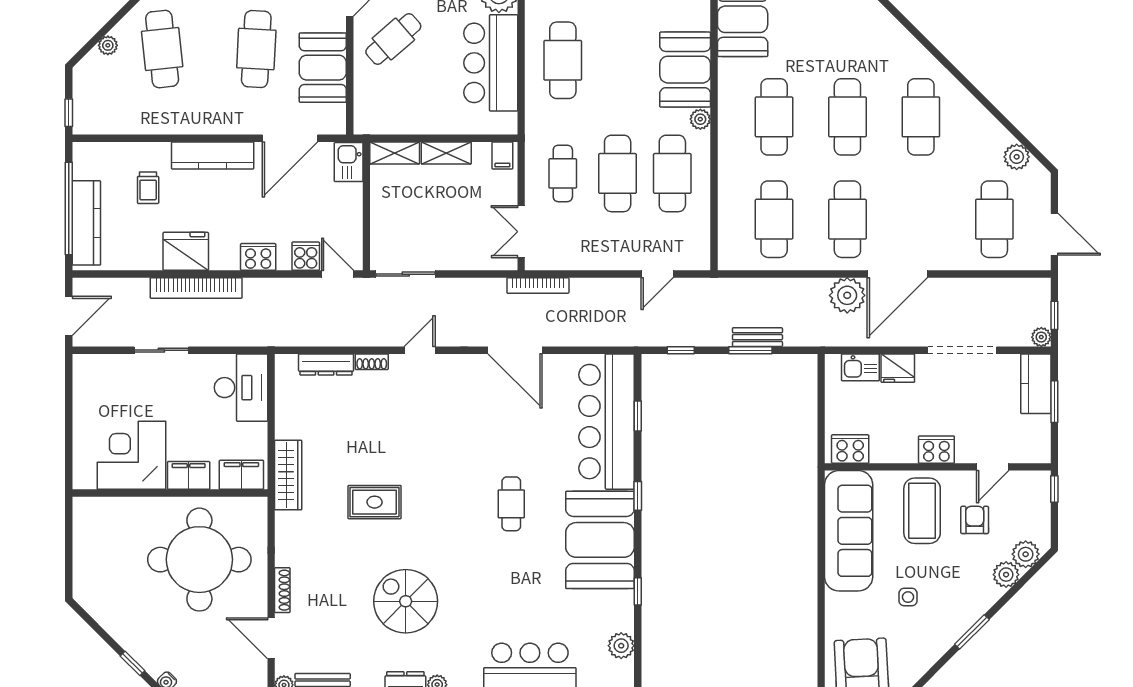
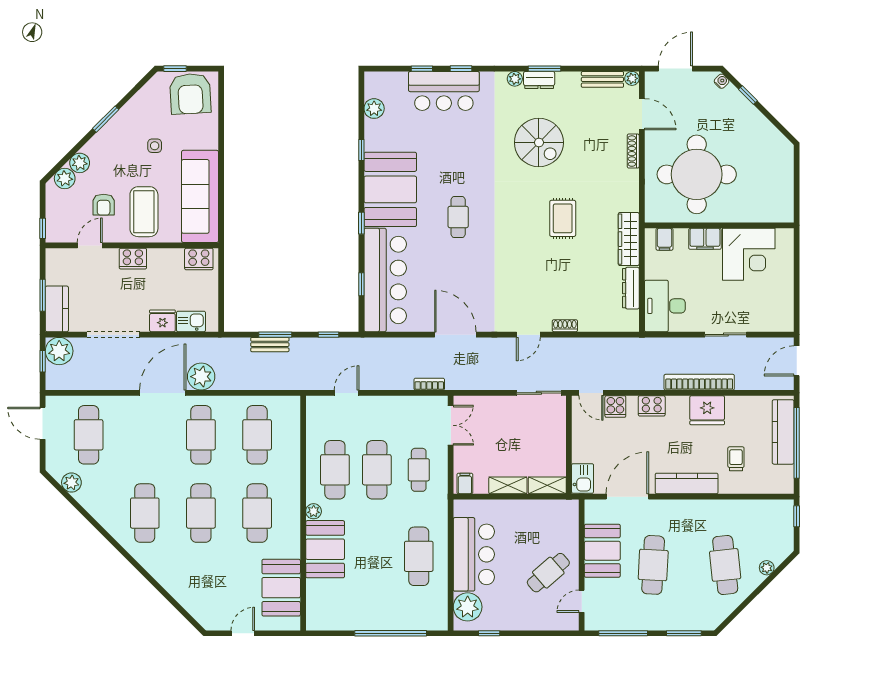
bookcase: (538, 285) -> (429, 384), width x0.64
plant: (1041, 337) -> (59, 351), width x1.88, depth x1.88
dresser: (326, 364) -> (631, 288), moved, turned -90
filing cabinet: (241, 475) -> (665, 239), width x0.50
rug: (375, 502) -> (563, 218), turned 90

